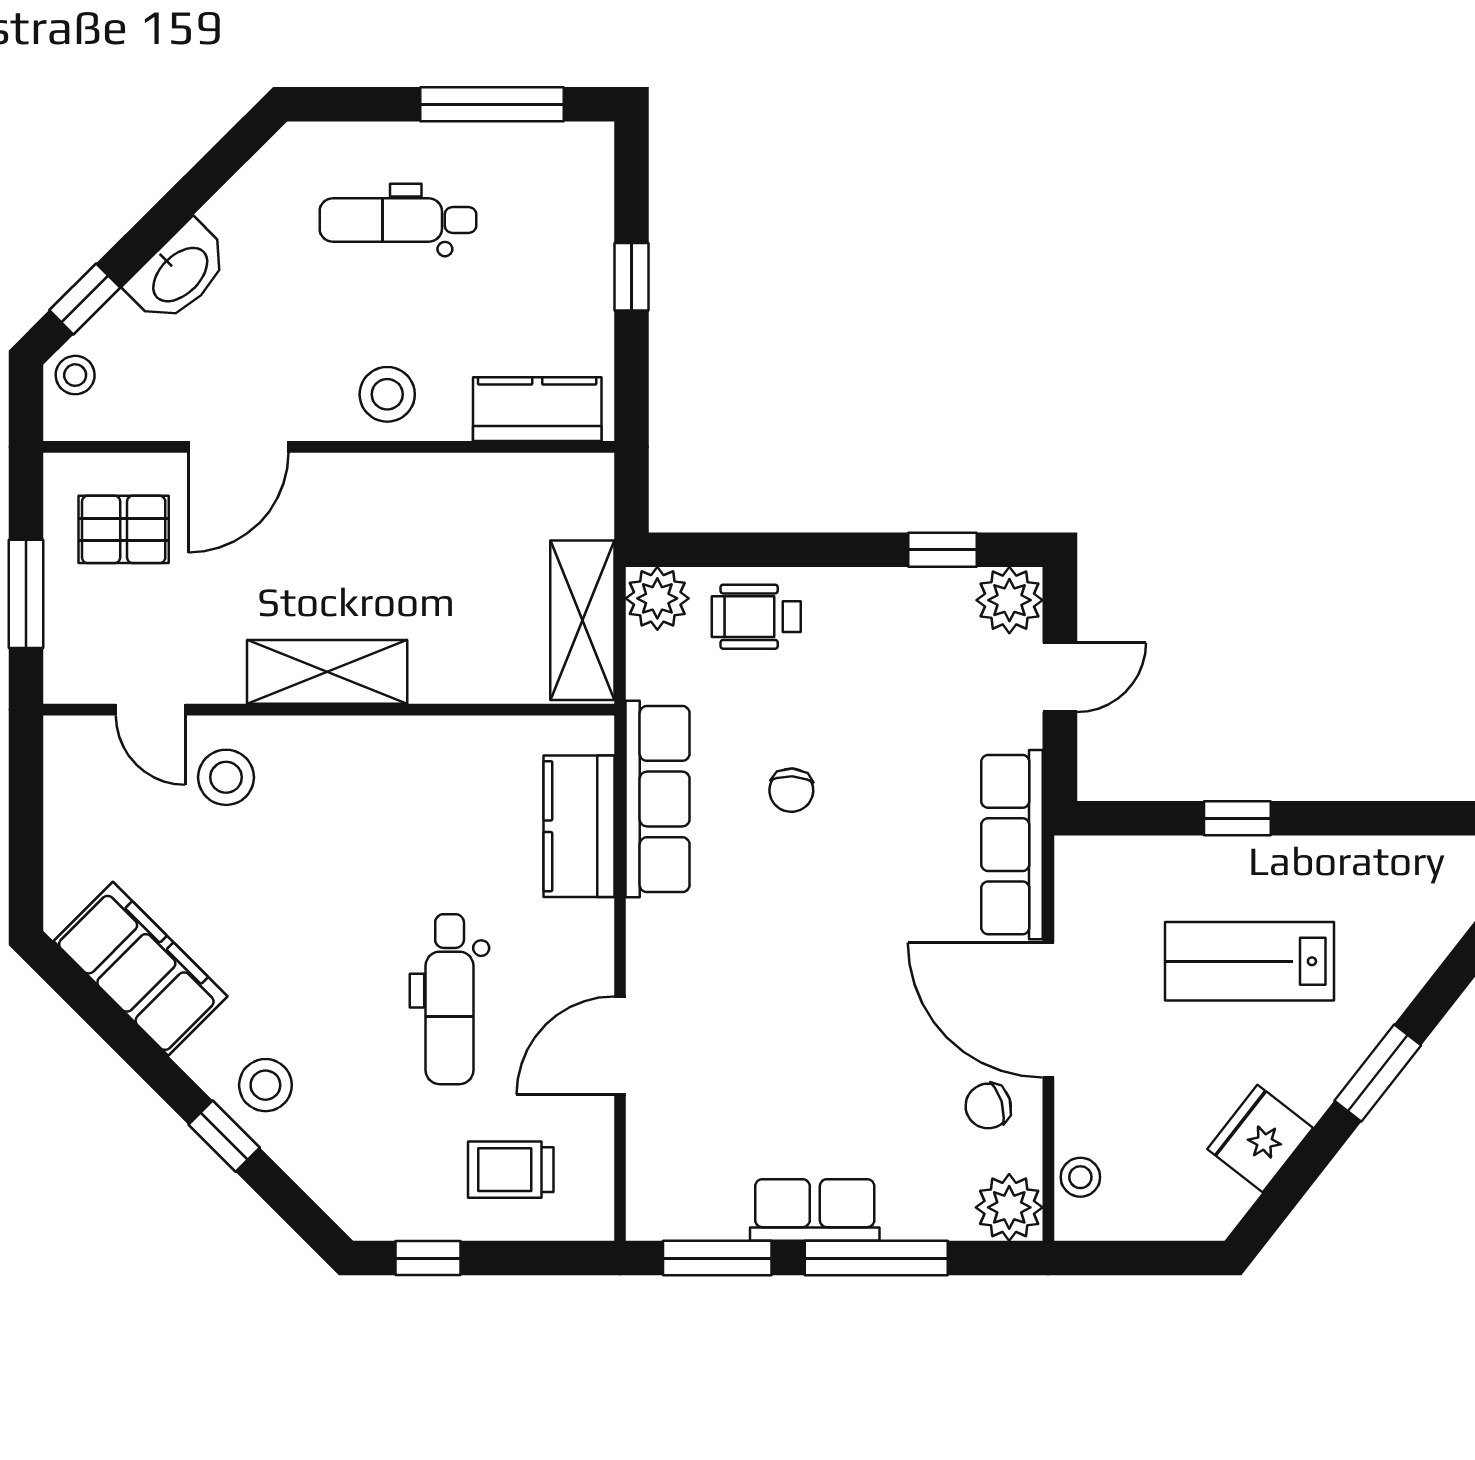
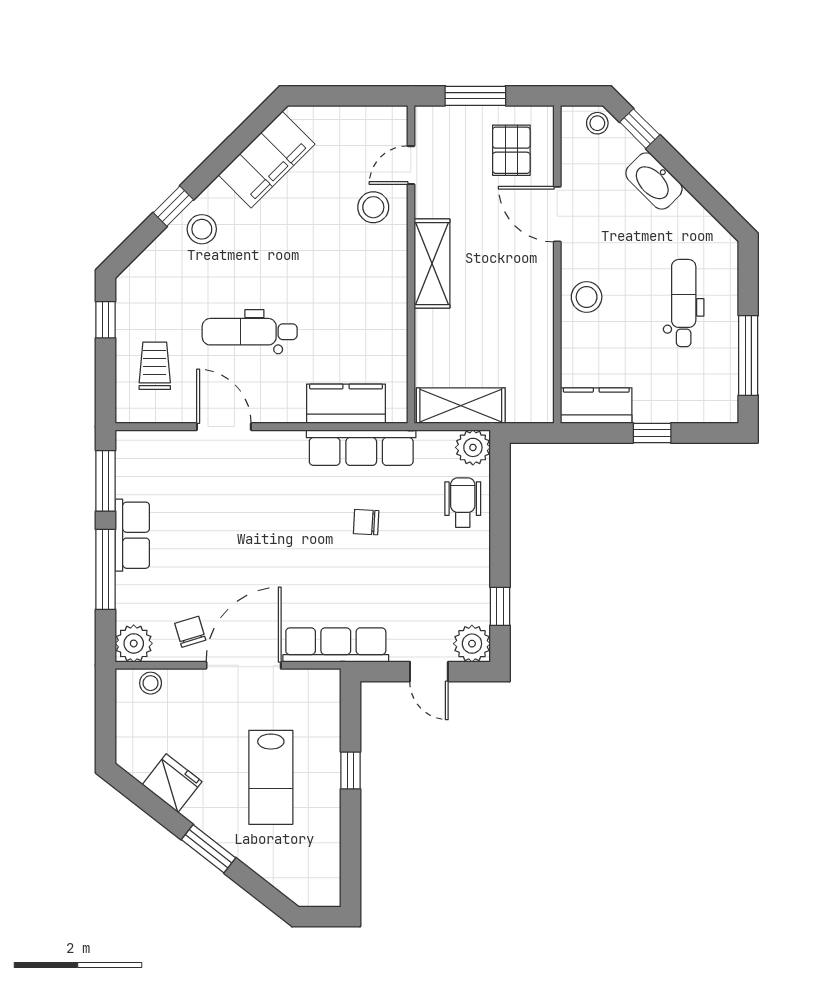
kitchen counter: (537, 409) -> (596, 406), moved, turned -90
lab bench: (1250, 961) -> (271, 777), turned 180

